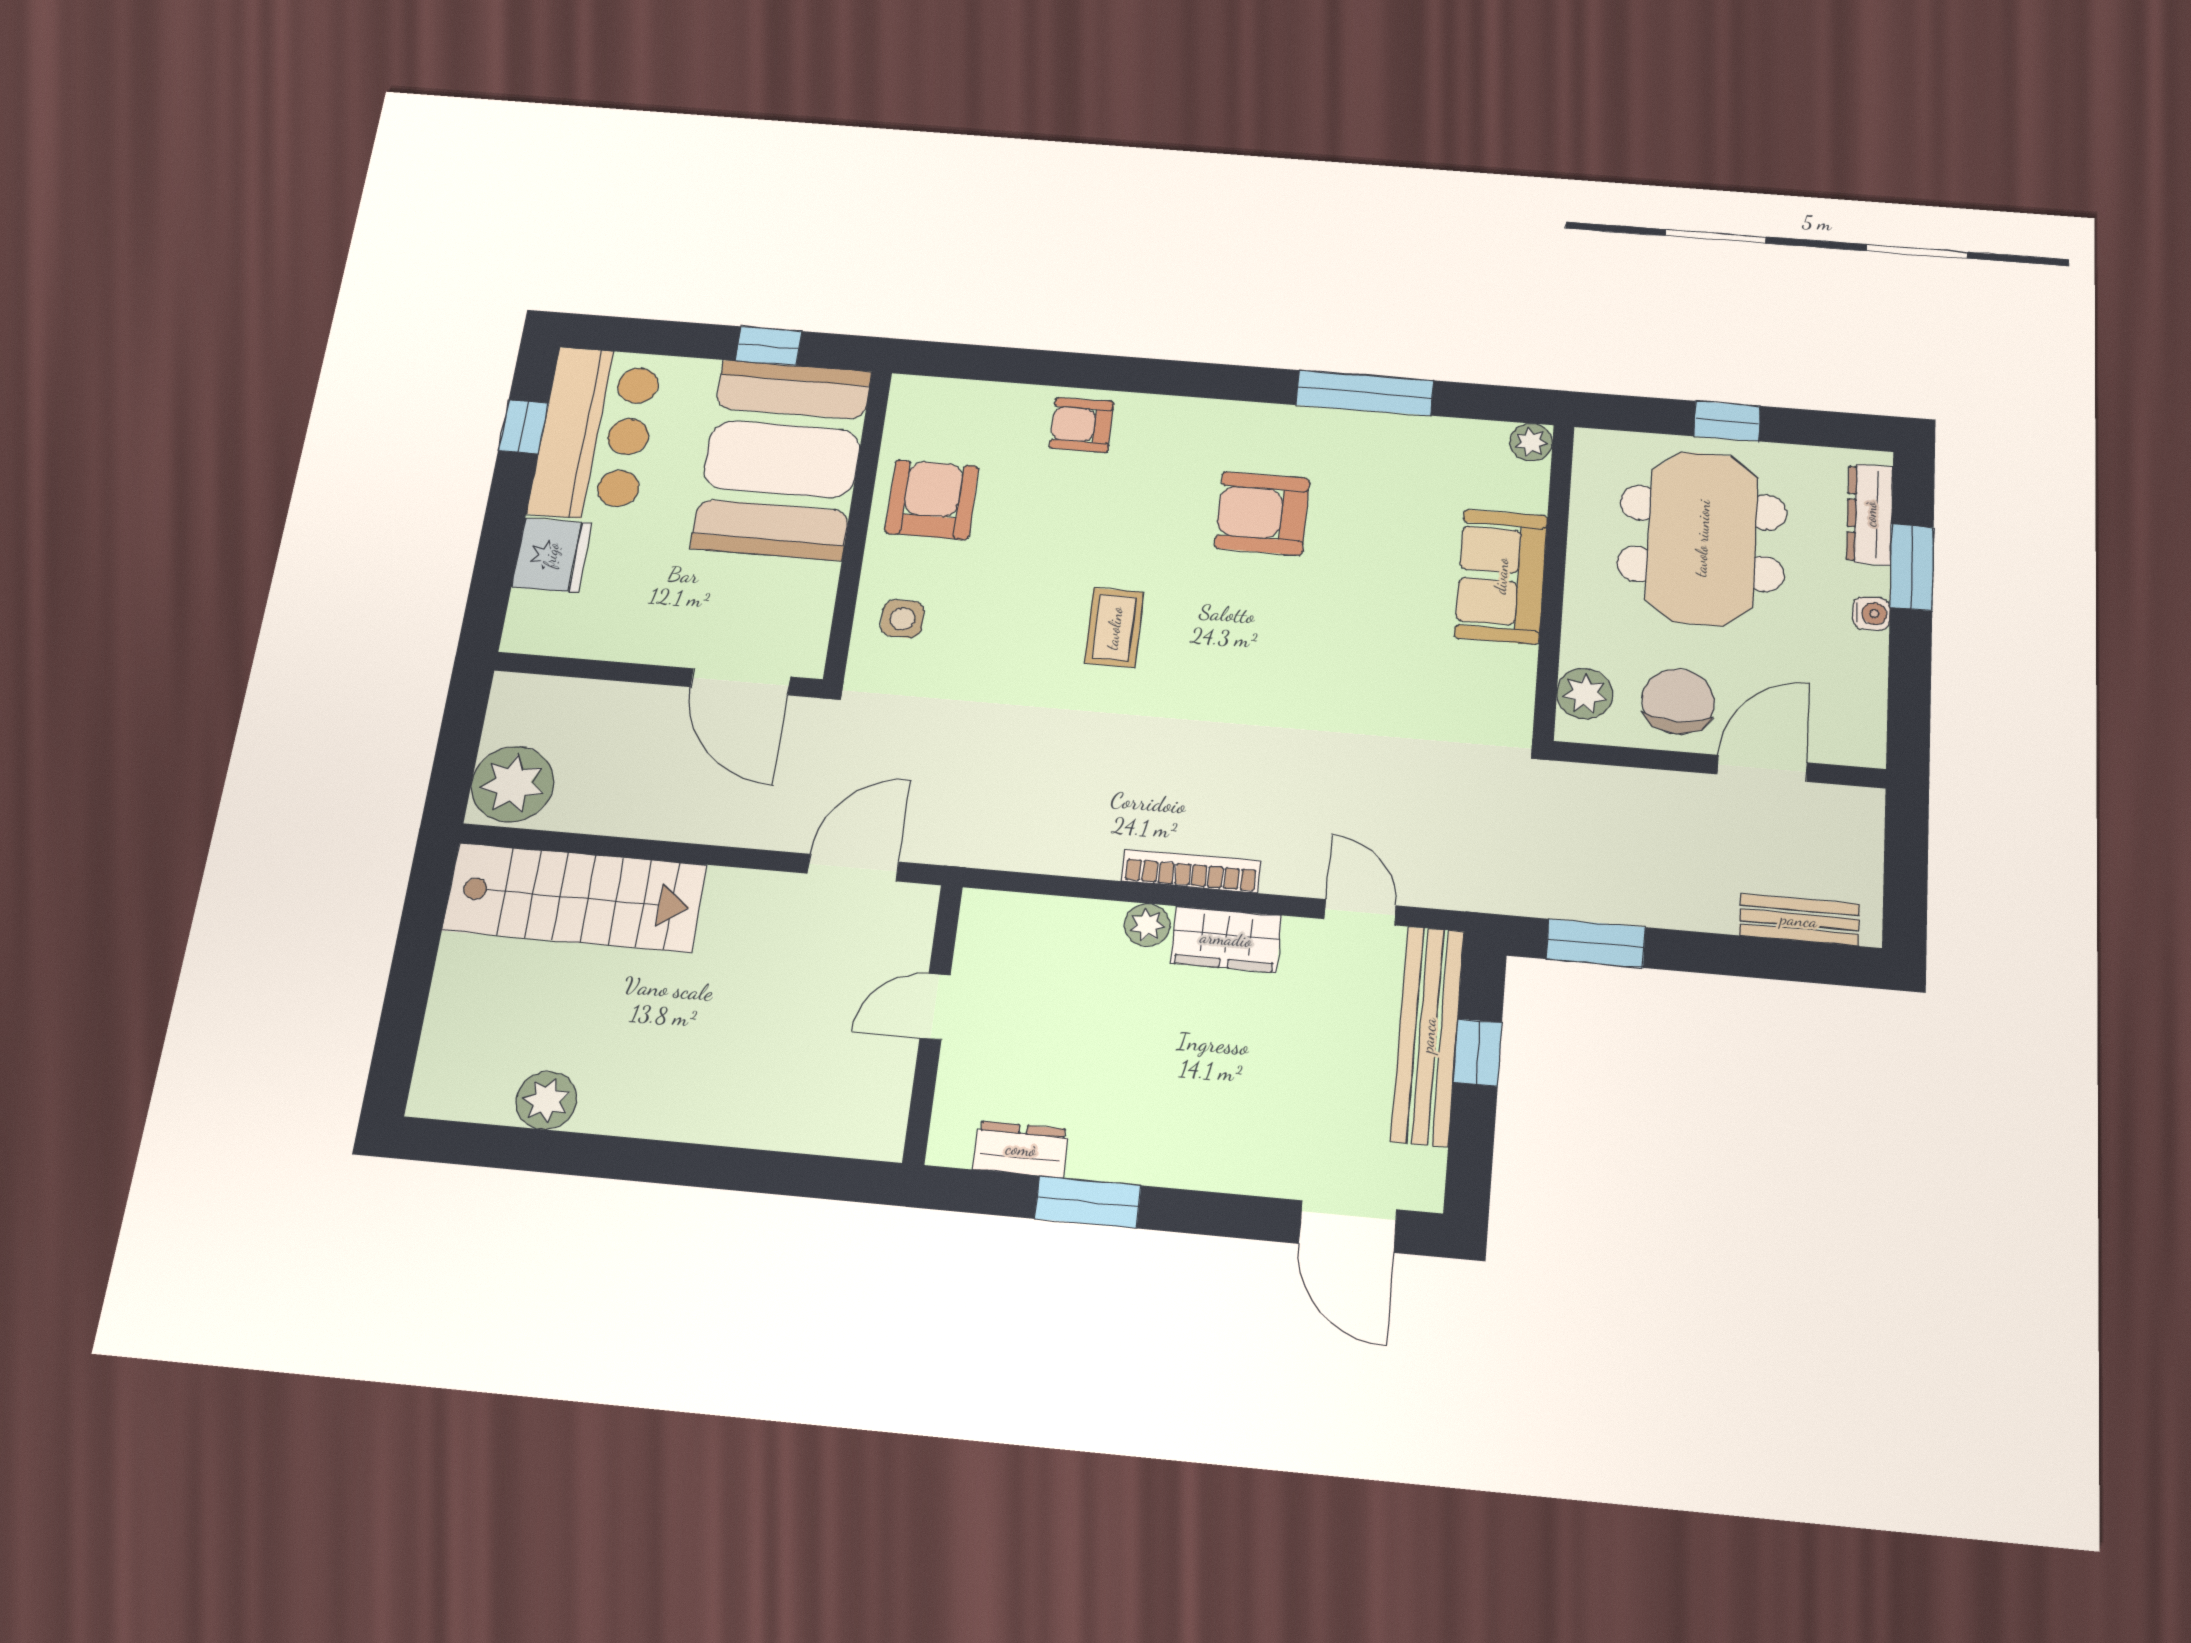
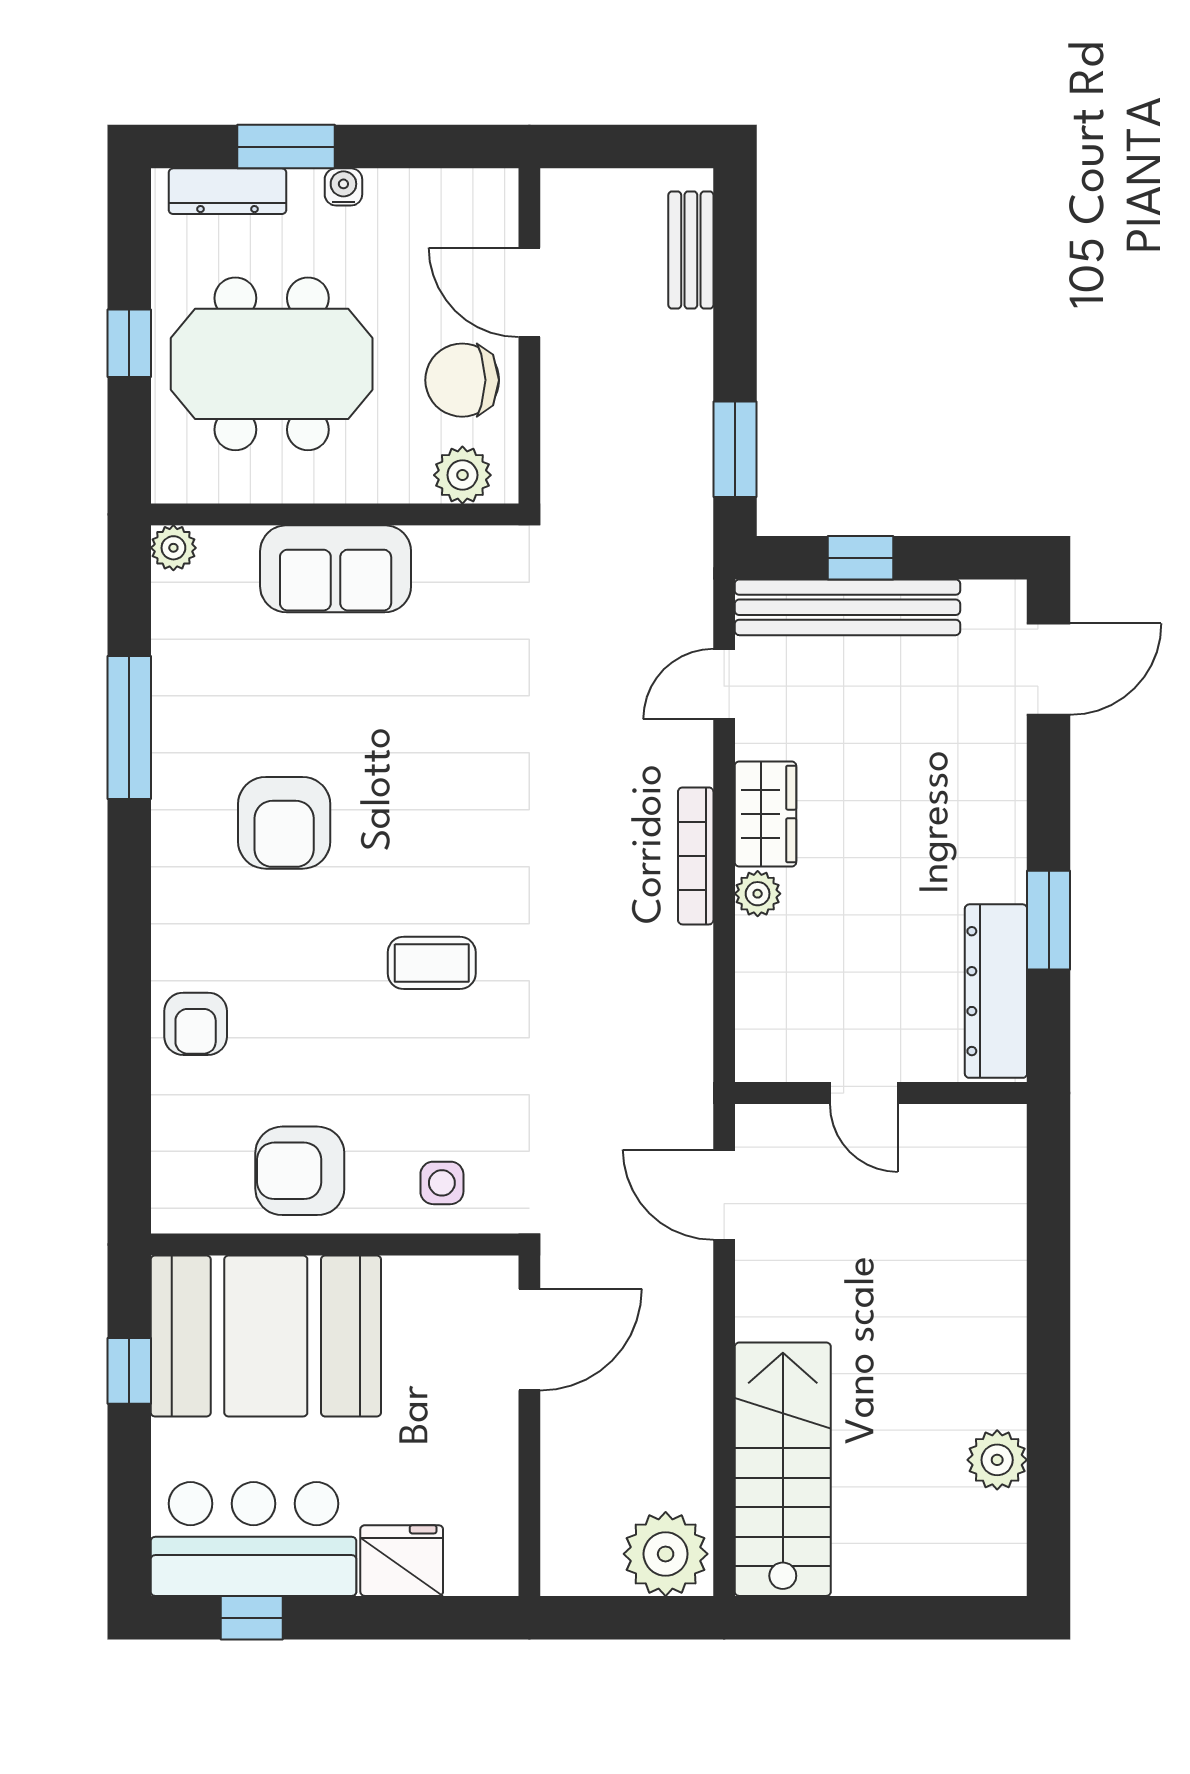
dresser: (1021, 1149) -> (996, 991), width x1.96, depth x1.24

